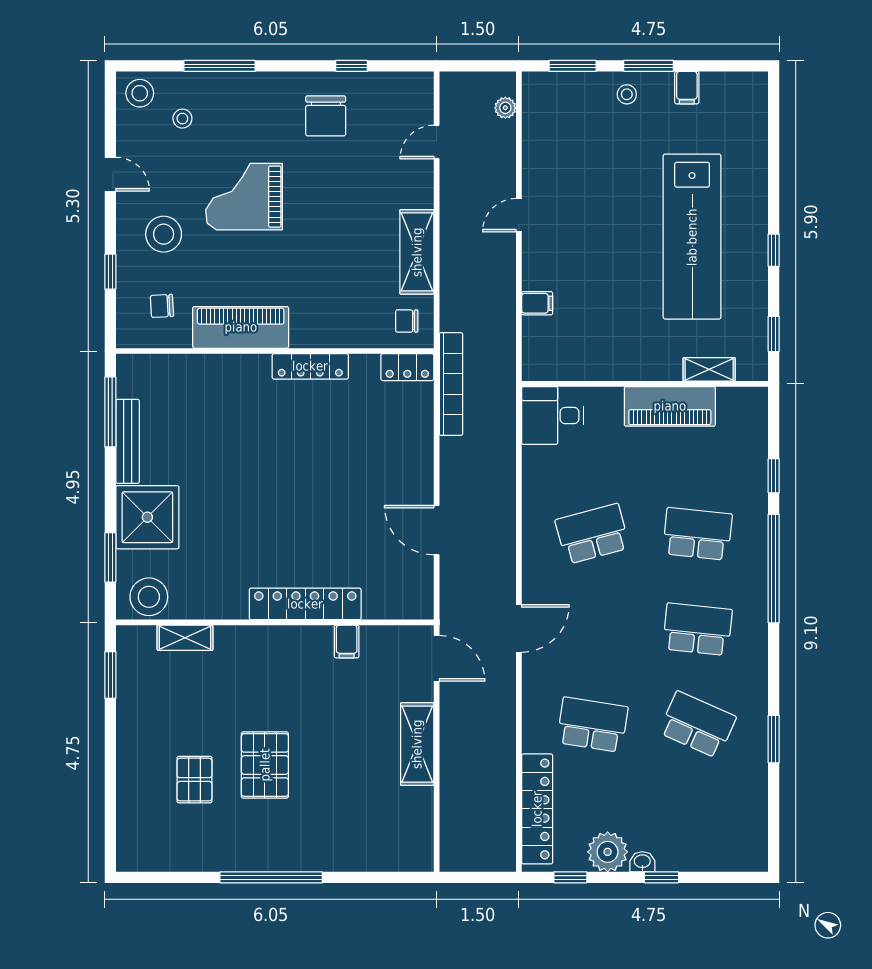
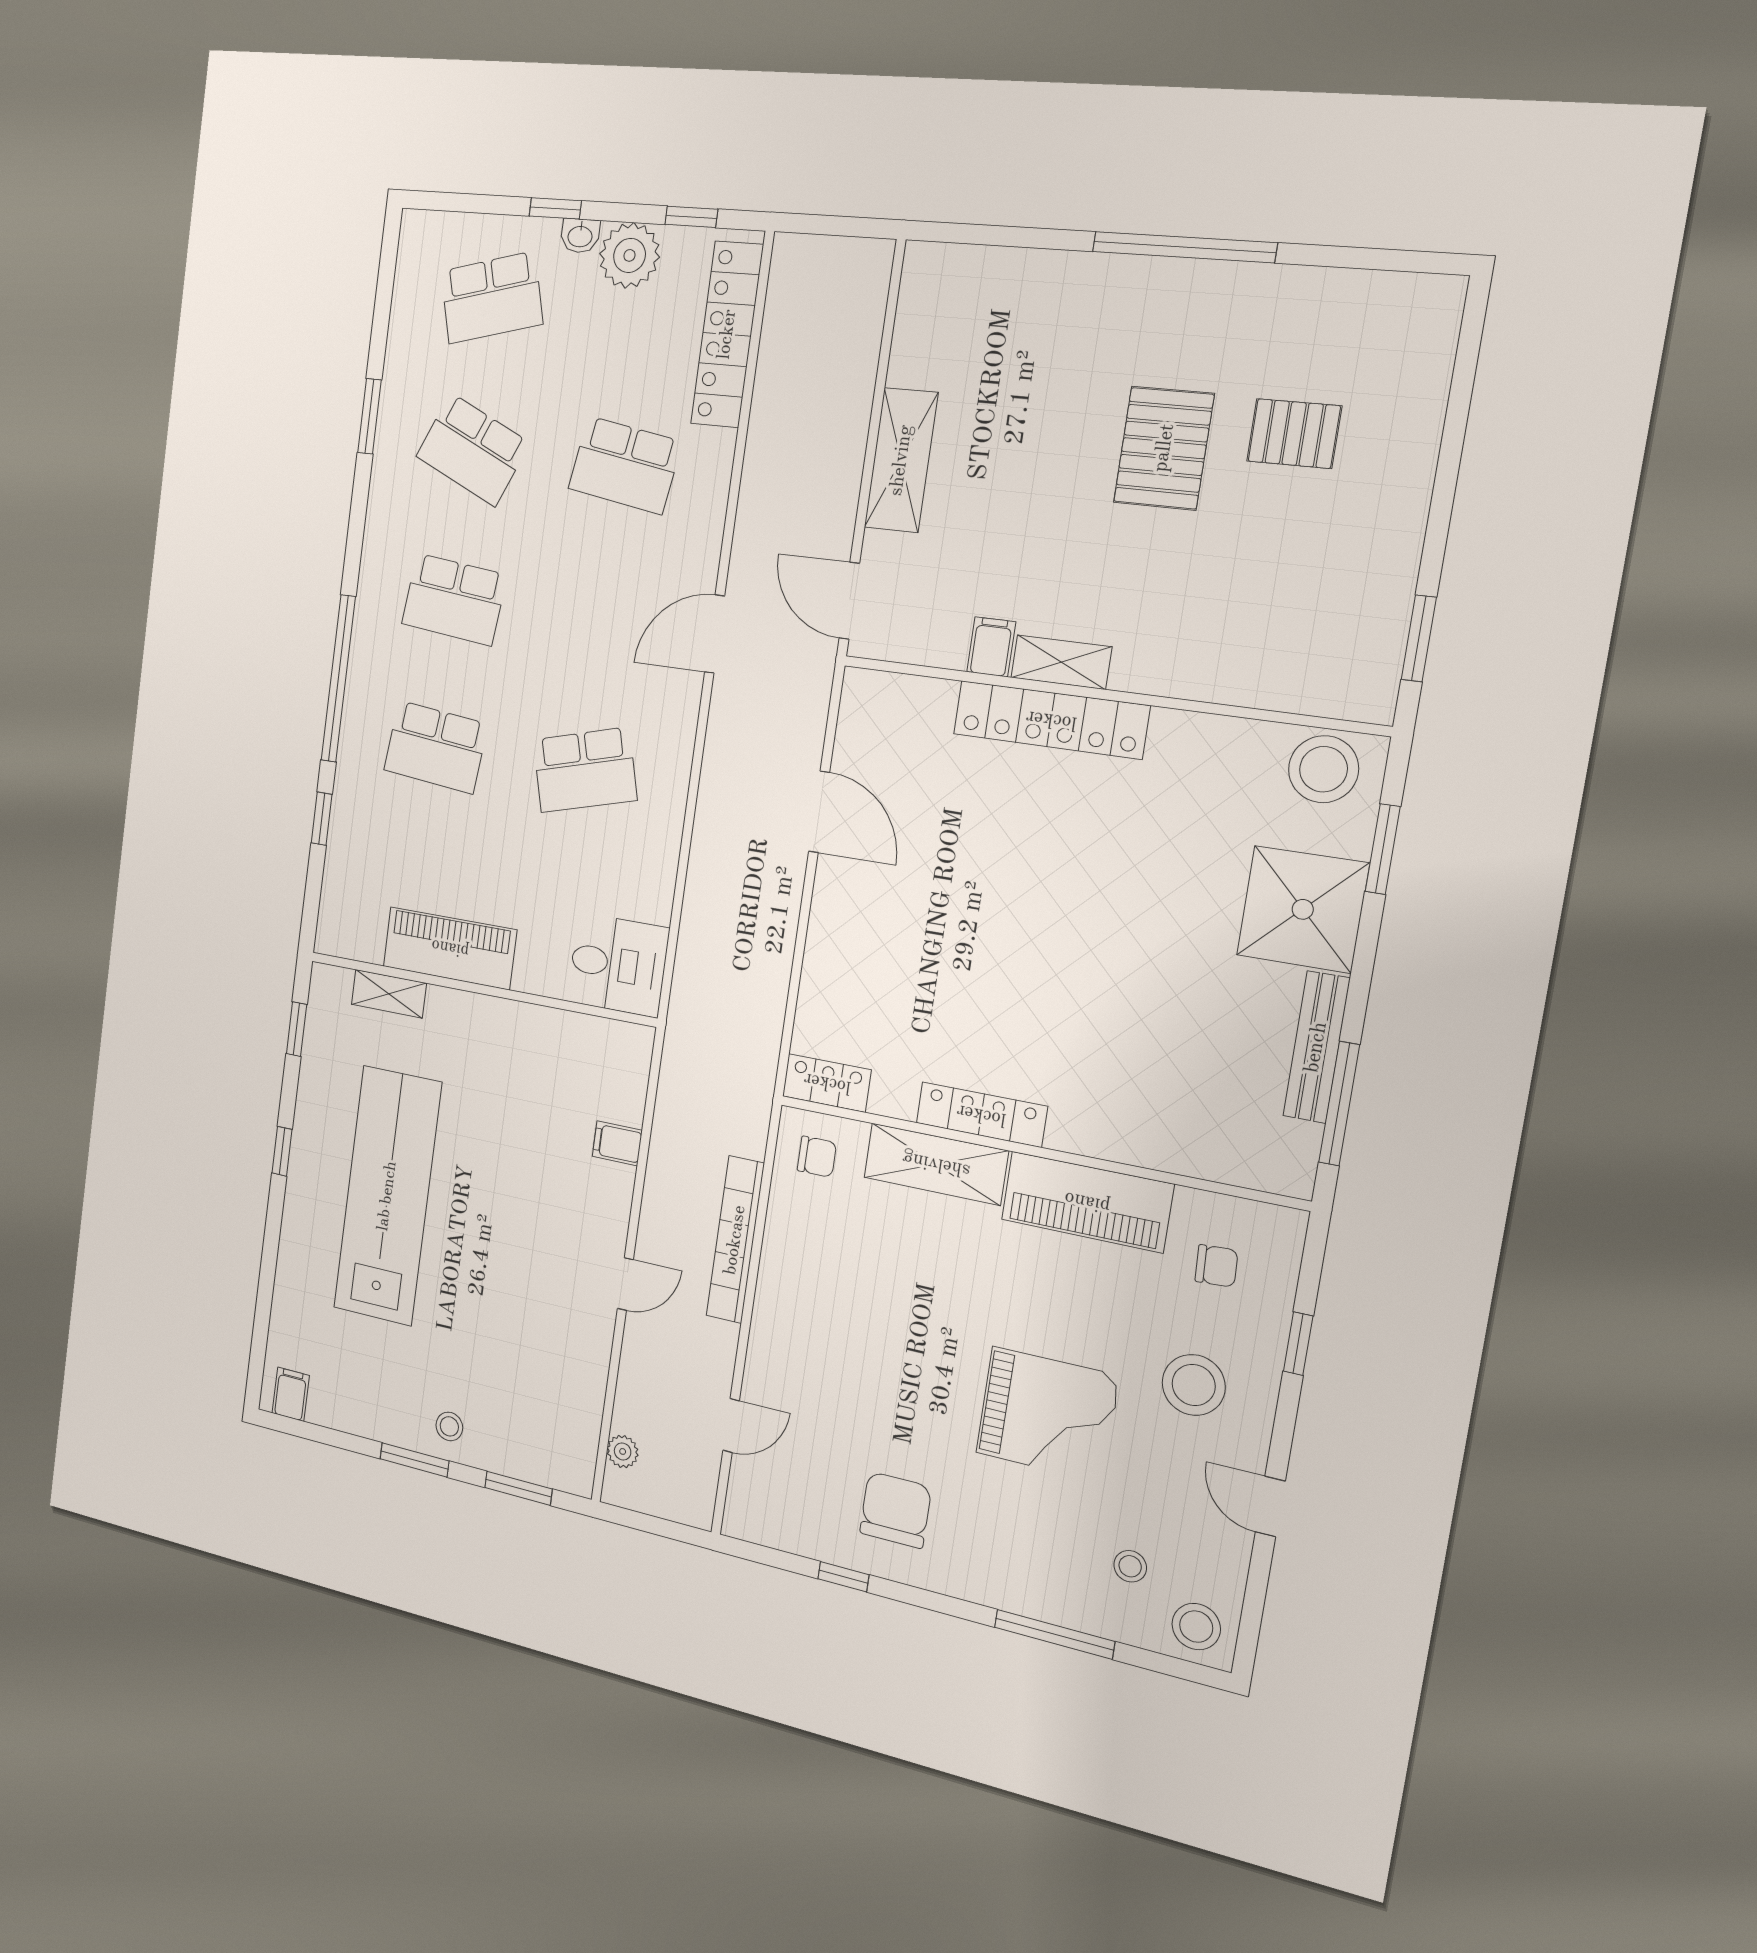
filing cabinet: (687, 88) -> (291, 1394), moved
shelving: (417, 252) -> (936, 1164), moved, turned 90
bookcase: (451, 384) -> (735, 1240), moved
shelving: (185, 638) -> (1061, 662), moved
pallet: (194, 780) -> (1294, 434), turned 90
school desk: (697, 820) -> (492, 298), added

